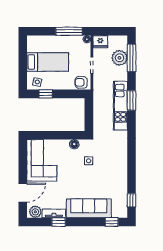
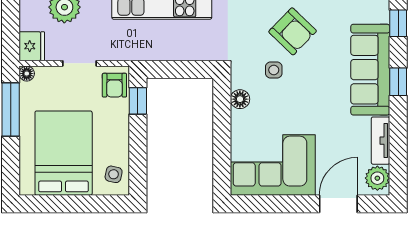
bed: (48, 62) -> (64, 153), width x1.50
window: (46, 94) -> (138, 101), moved
armchair: (108, 170) -> (293, 31), added
door: (23, 193) -> (338, 204), hinge flipped
window: (59, 222) -> (398, 82), moved

